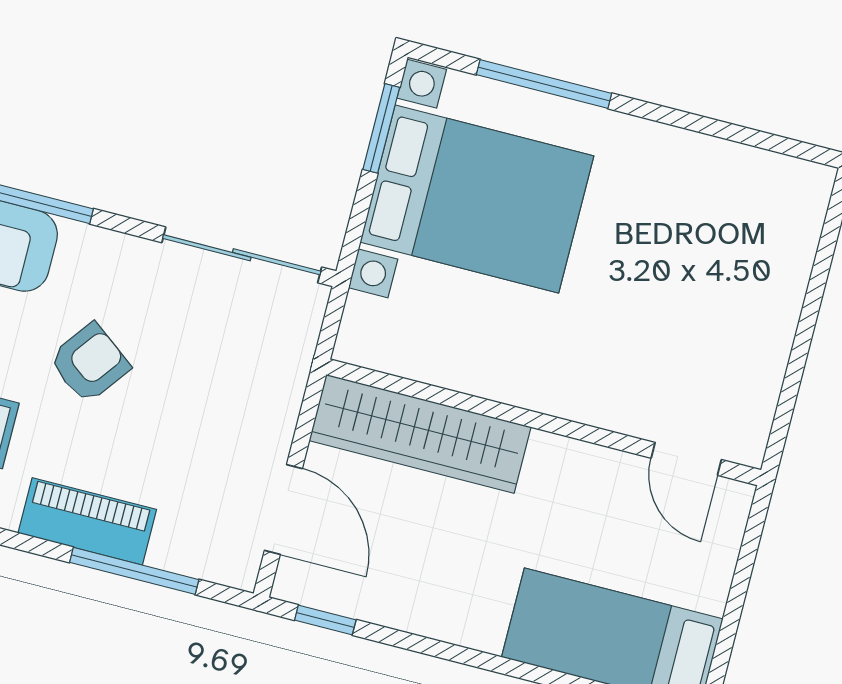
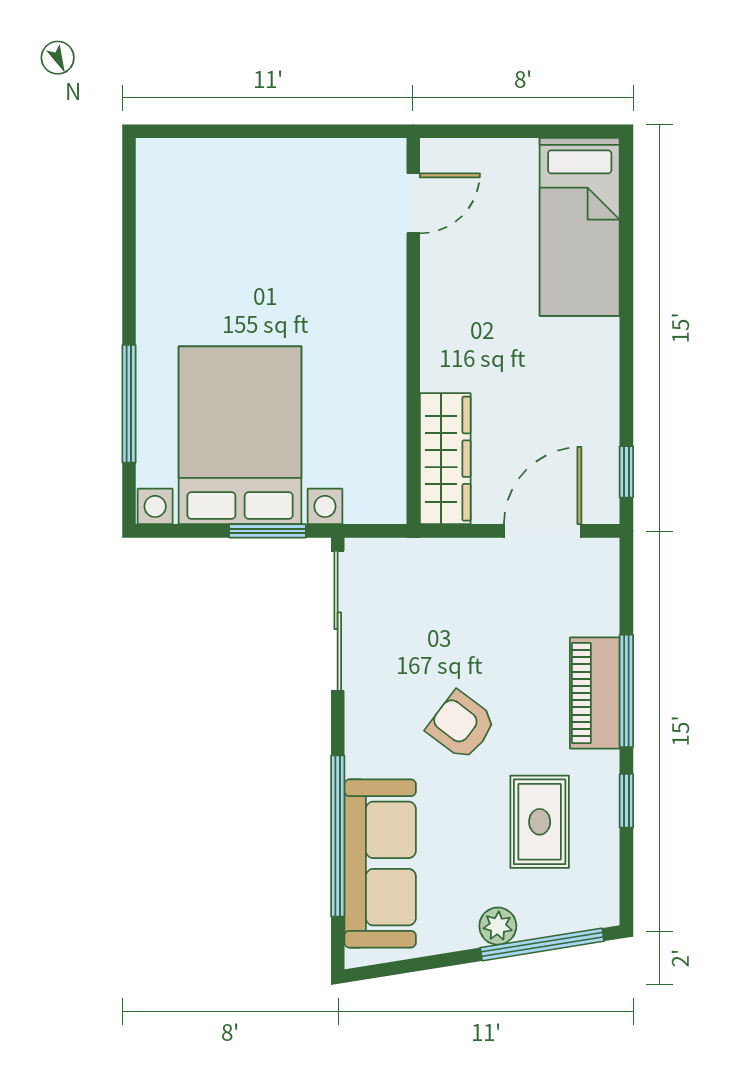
window: (381, 128) -> (267, 531), moved
wardrobe: (420, 434) -> (445, 459), width x0.71, depth x0.85
window: (134, 571) -> (626, 691), moved

